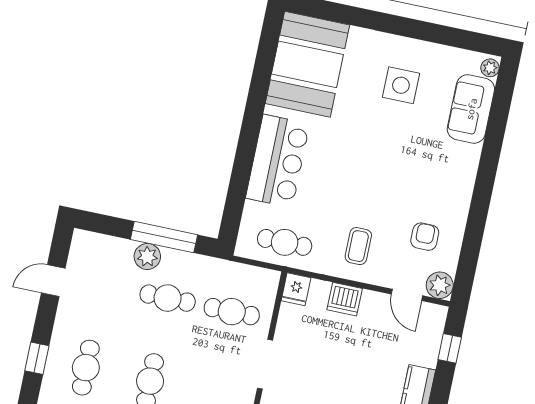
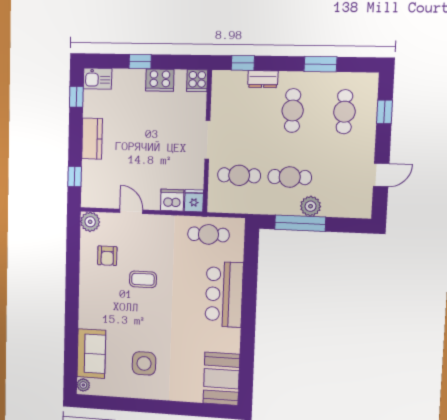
booth: (307, 64) -> (221, 379), width x0.73, depth x0.70
coffee table: (358, 246) -> (143, 279), moved, turned 90
door: (407, 295) -> (131, 211), moved
dishwasher: (345, 299) -> (172, 200), moved

